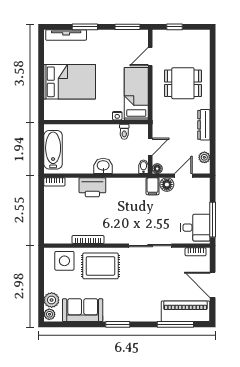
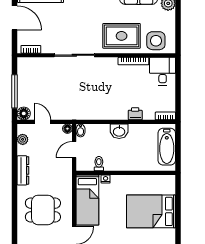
door: (183, 176) -> (43, 122), swing flipped
floor lamp: (167, 185) -> (24, 113), moved
filing cabinet: (153, 186) -> (72, 112), removed
printer: (92, 187) -> (135, 114), width x0.53, depth x0.68
window: (213, 220) -> (15, 91), moved
desk: (195, 228) -> (163, 71), moved, turned 90

